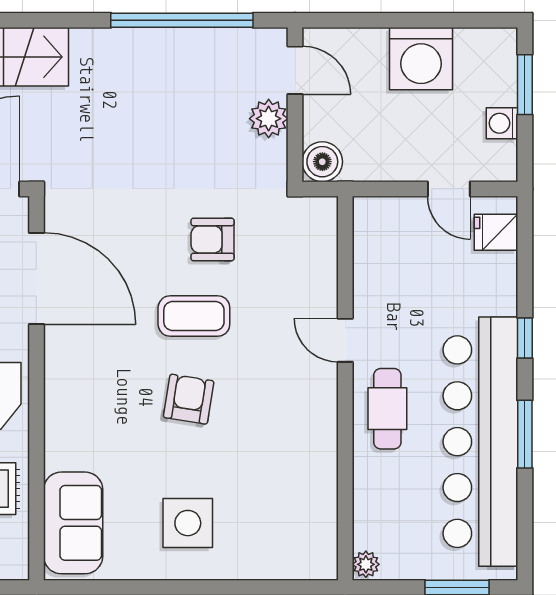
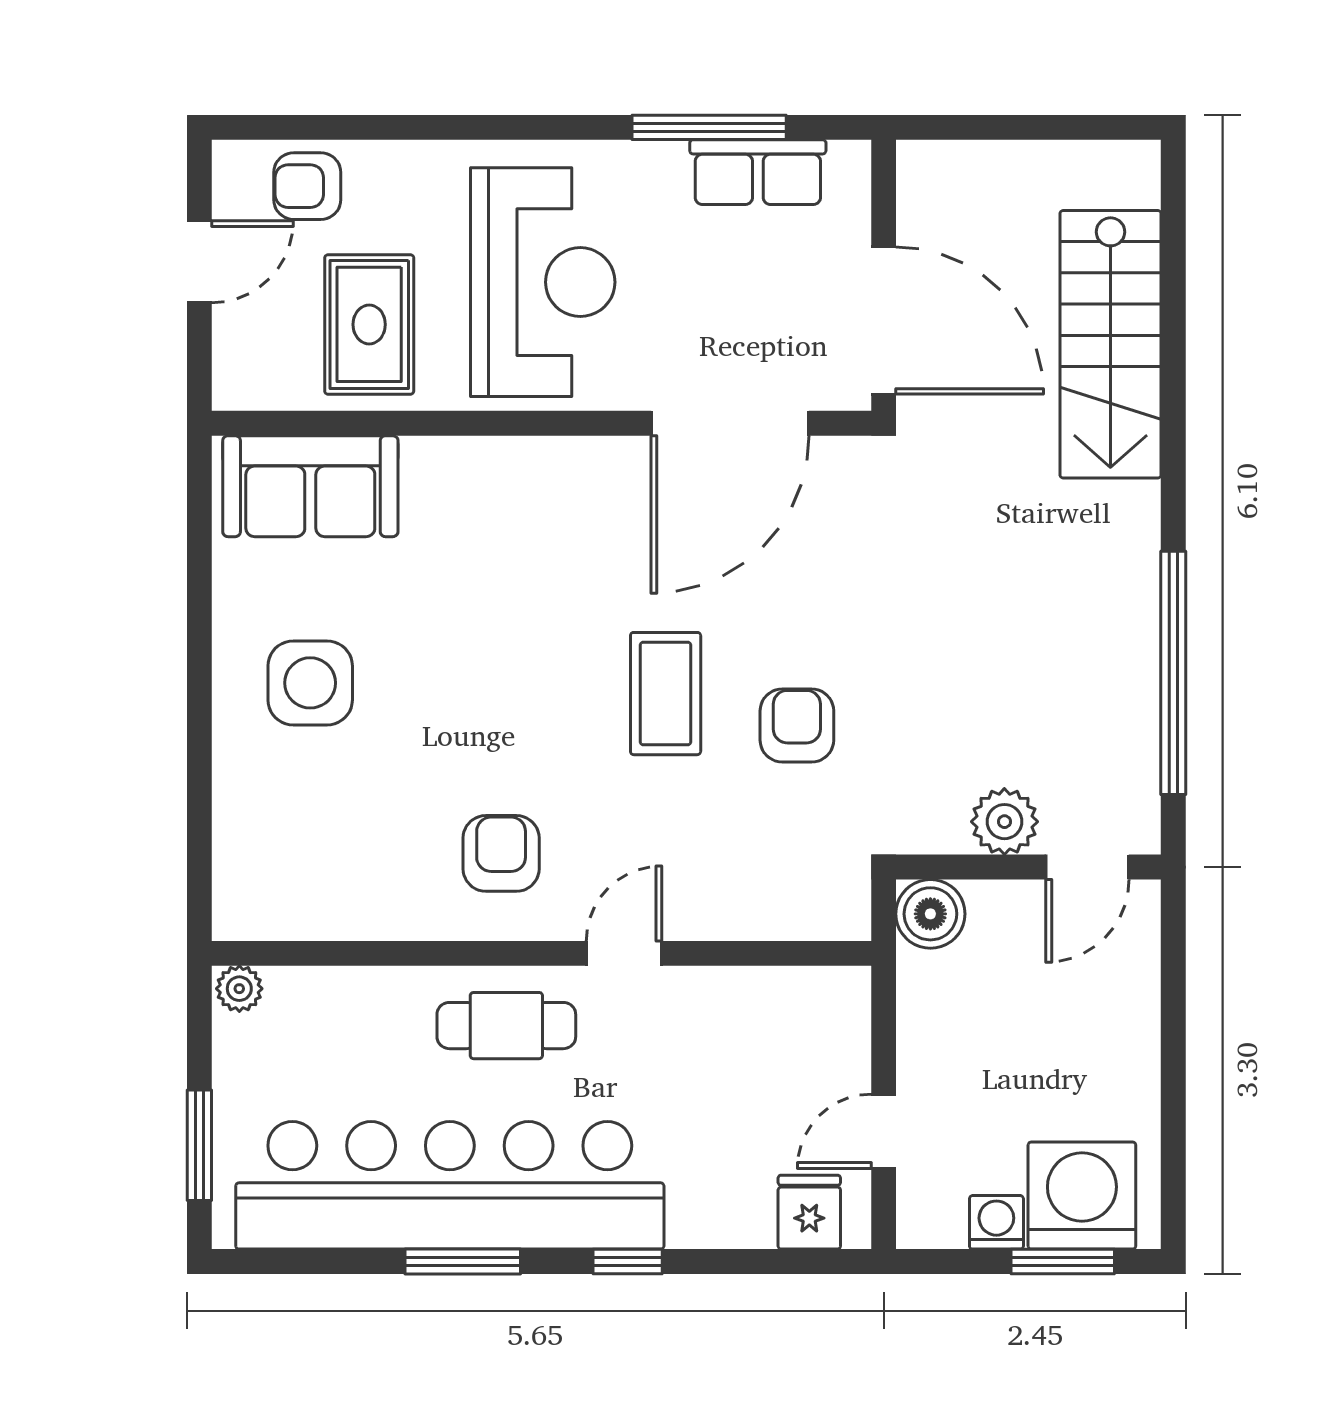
washing machine: (421, 59) -> (1082, 1196), moved, turned 90
armchair: (189, 399) -> (501, 853), moved, turned -99

